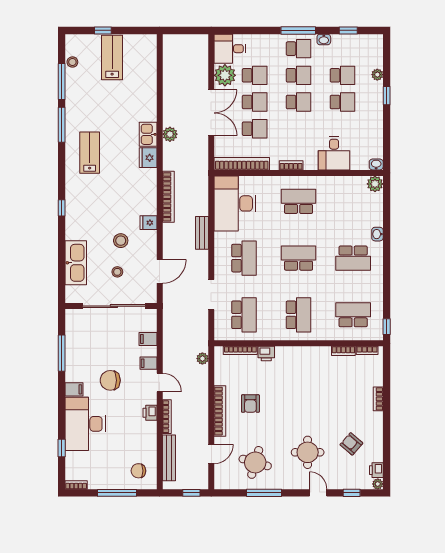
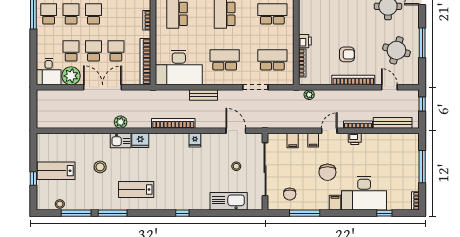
stool: (121, 241) -> (100, 167), moved
chair: (138, 471) -> (290, 194), moved

